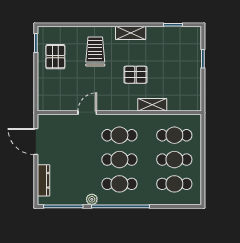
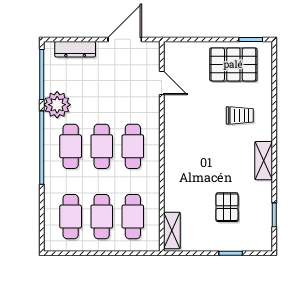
trolley: (95, 52) -> (240, 115), width x0.73, depth x0.72
pallet: (55, 57) -> (233, 64), width x1.50, depth x1.42
pallet: (135, 75) -> (227, 207), moved
shelving: (152, 105) -> (172, 230), moved
door: (87, 113) -> (162, 83), moved
plant: (92, 199) -> (57, 105), width x1.87, depth x1.87

